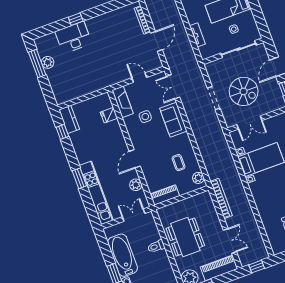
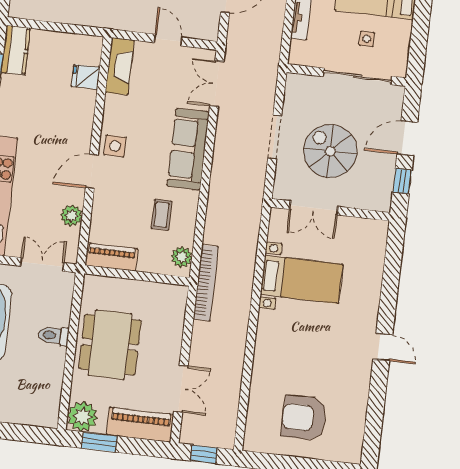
spiral stairs: (244, 91) -> (330, 151), turned 180
side table: (145, 117) -> (115, 146), moved
sofa: (173, 120) -> (188, 149), width x1.36
bookcase: (221, 199) -> (206, 283), moved

